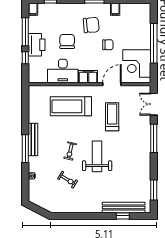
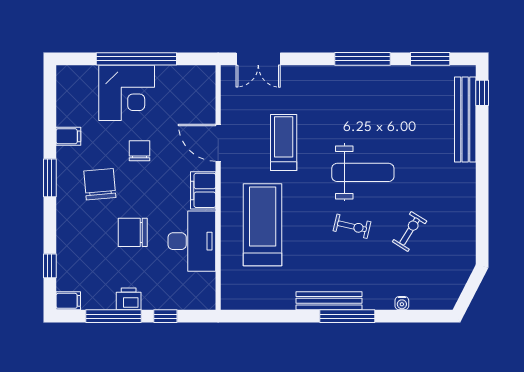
printer: (37, 45) -> (129, 299), width x0.53, depth x0.68
corner desk: (137, 63) -> (127, 93), moved
treadmill: (71, 106) -> (263, 225), turned 180
treadmill: (112, 117) -> (284, 142), turned 90
window: (154, 138) -> (363, 59), moved
weight bench: (97, 156) -> (363, 172), turned 180
window: (123, 216) -> (482, 93), moved

